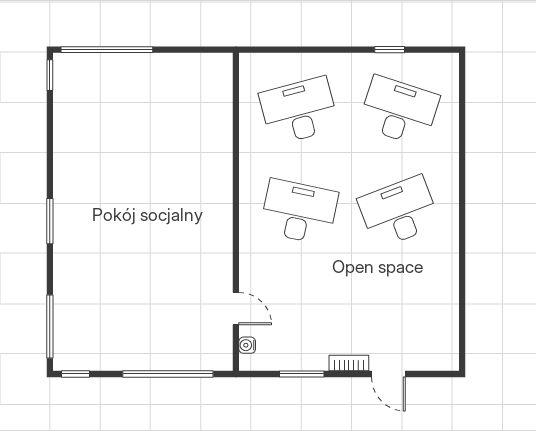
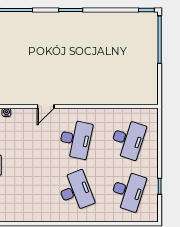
desk: (299, 111) -> (128, 139), turned 33
door: (236, 309) -> (46, 106), moved

